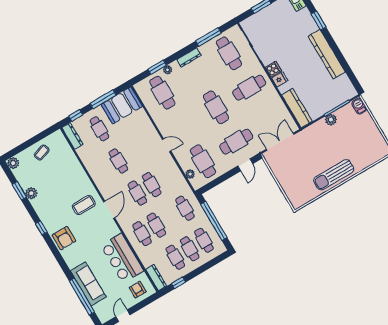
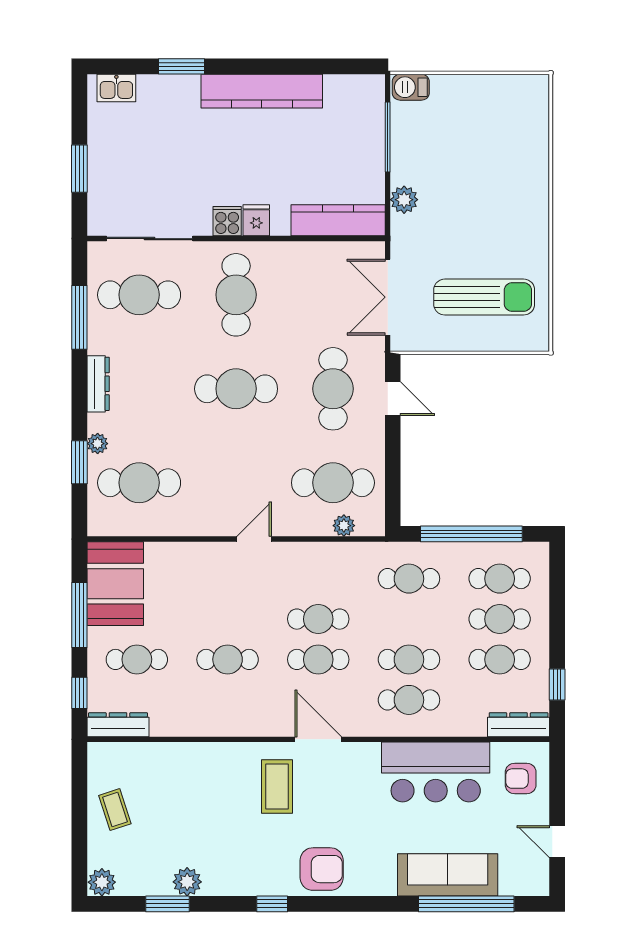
plant: (331, 120) -> (404, 200), moved
sun lounger: (334, 175) -> (484, 297), moved, turned -90

